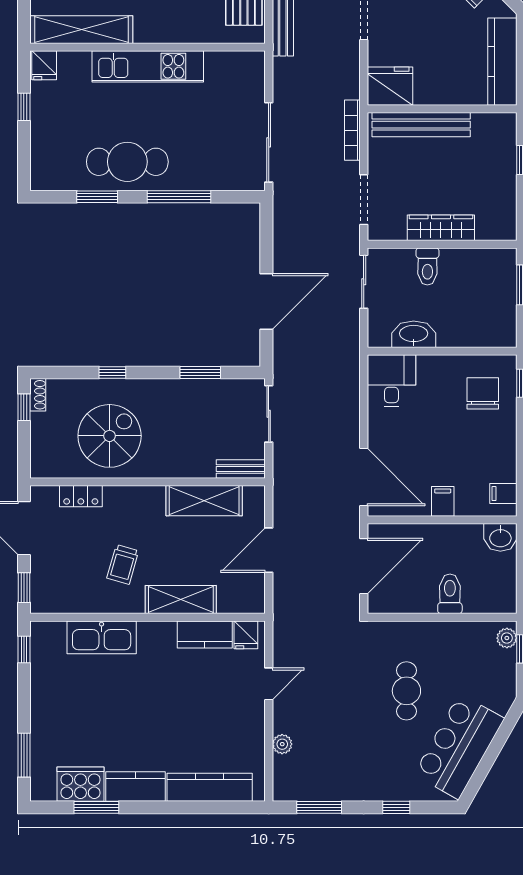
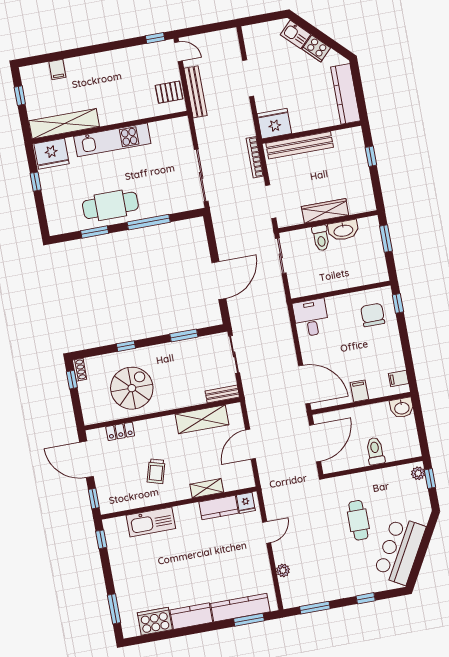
fridge: (44, 65) -> (52, 154), width x1.88, depth x1.34
washbasin: (414, 334) -> (343, 230), moved, turned 180
shelving: (181, 600) -> (207, 488), width x0.67, depth x0.75
window: (96, 807) -> (249, 620), moved

